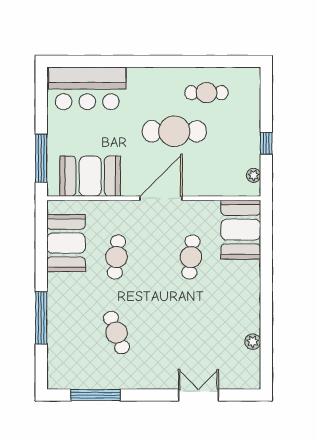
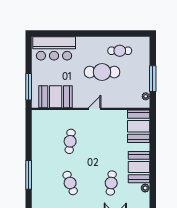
window: (266, 143) -> (153, 79), width x2.17
door: (161, 198) -> (95, 109), width x0.53
booth: (66, 243) -> (139, 167), moved
cafe table: (191, 257) -> (111, 183), moved

